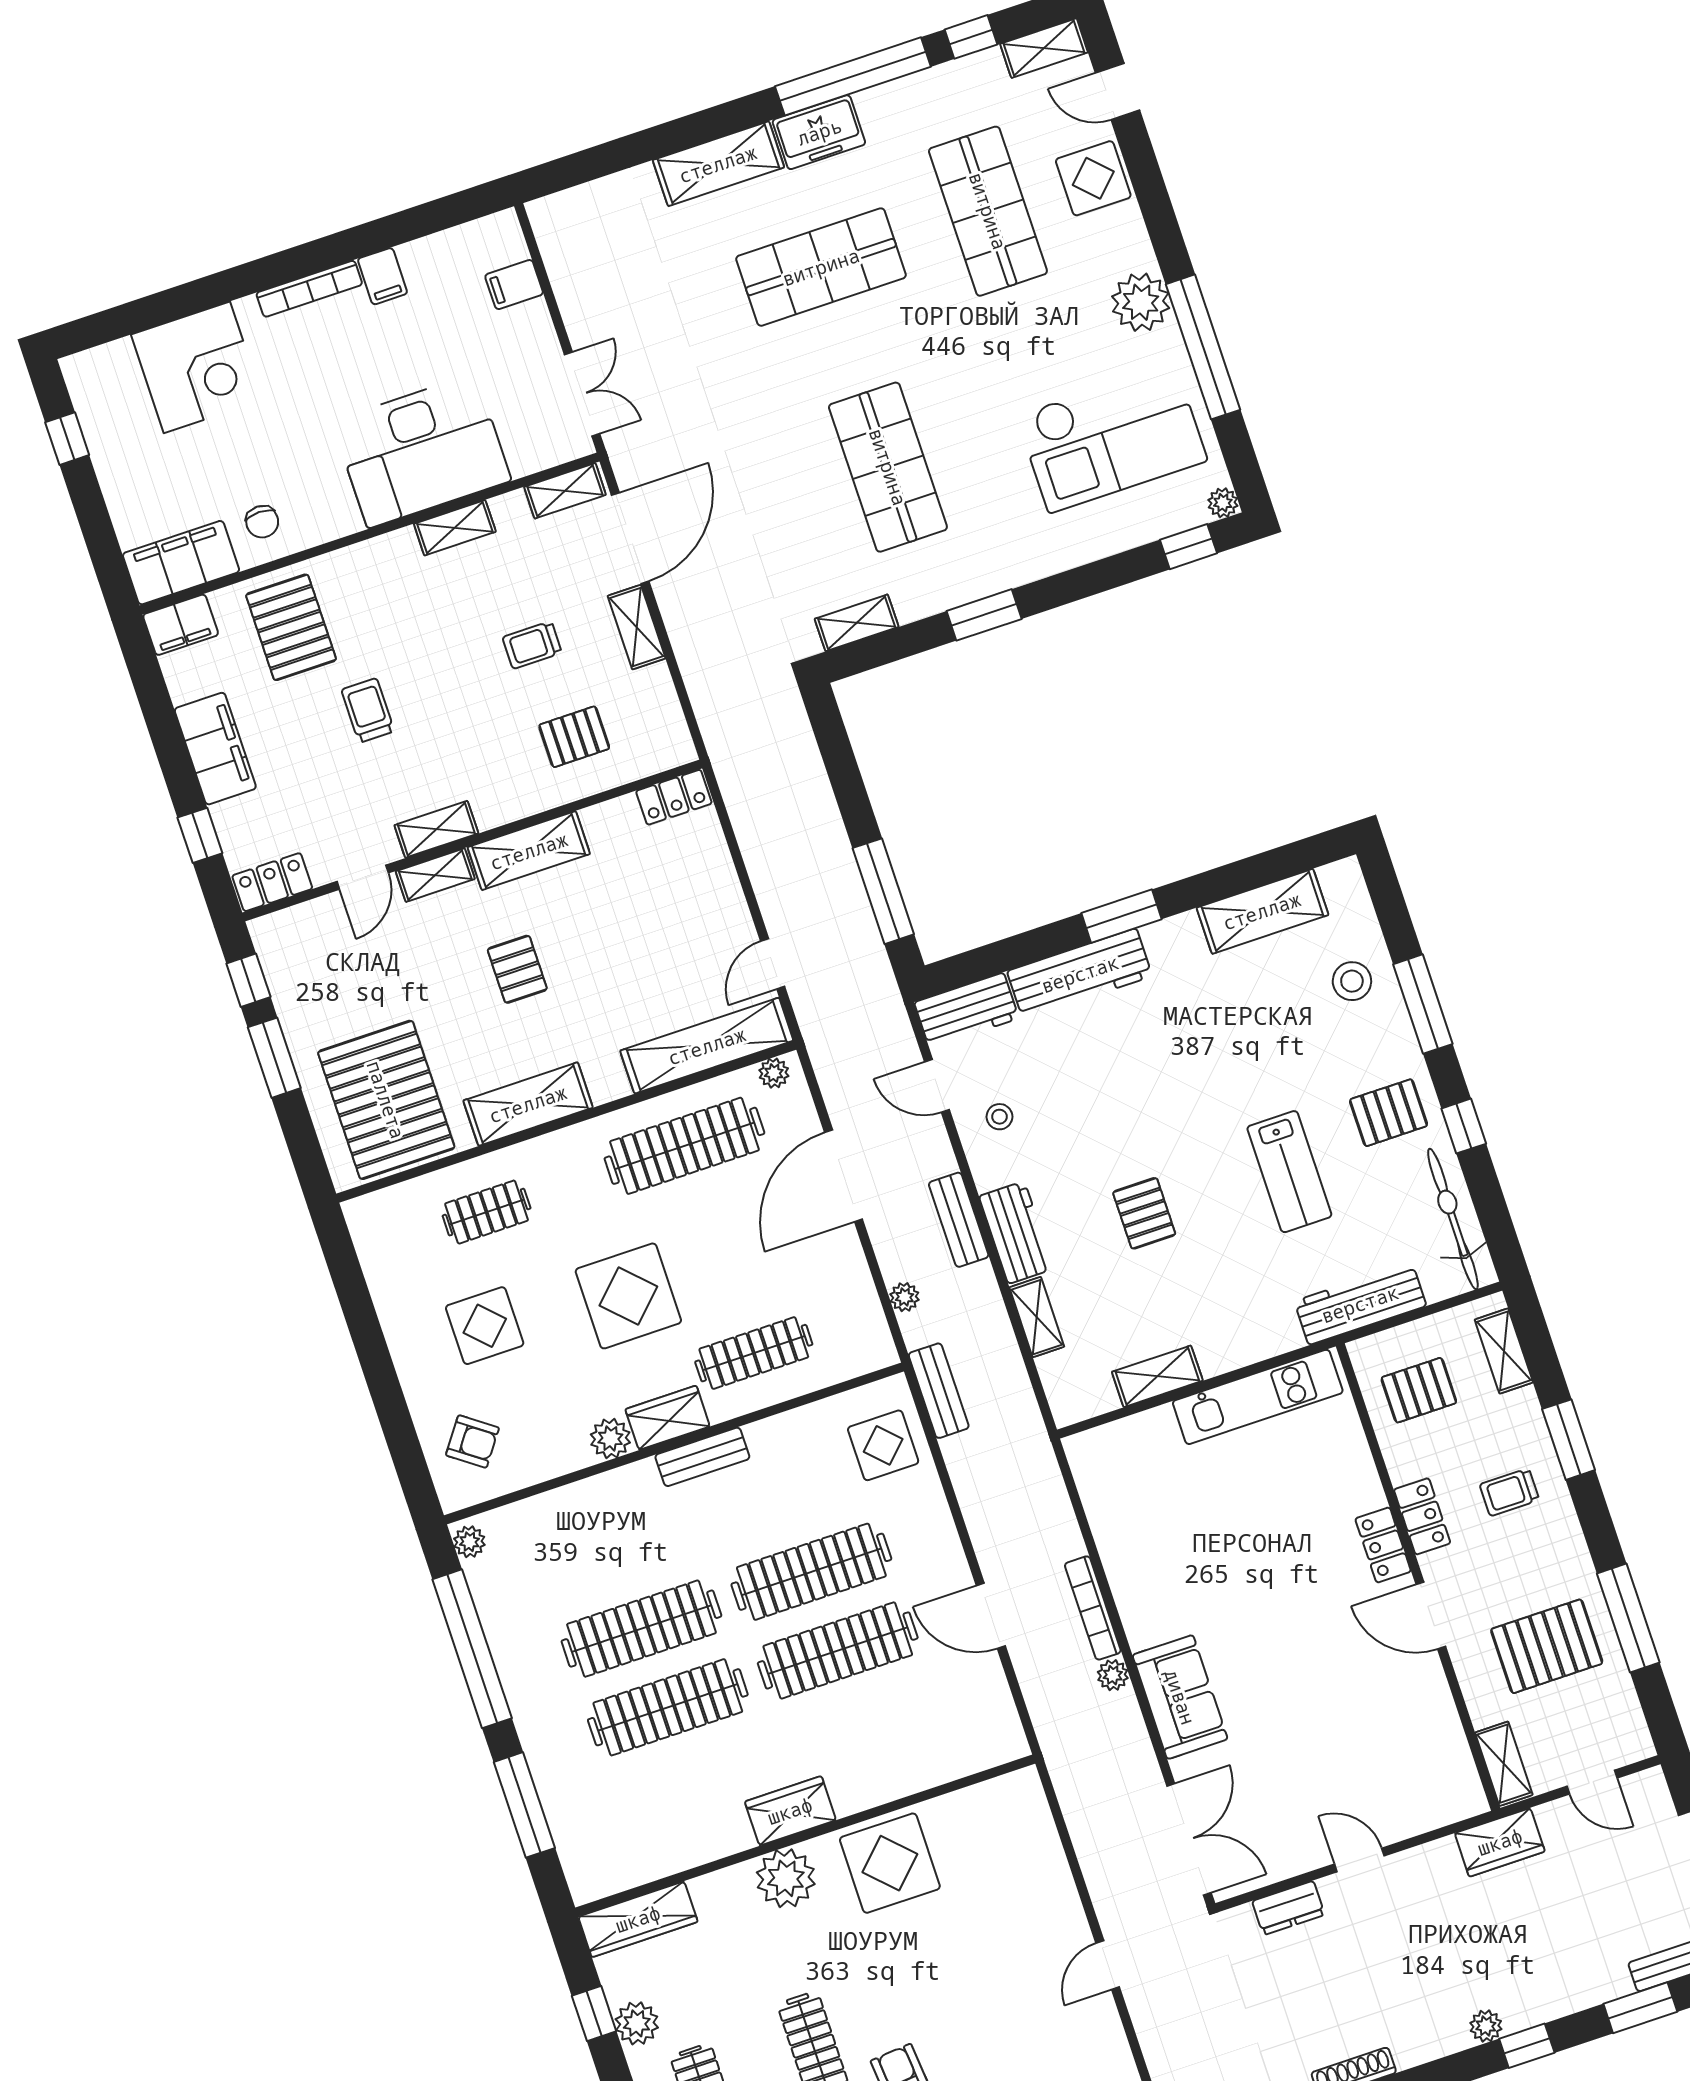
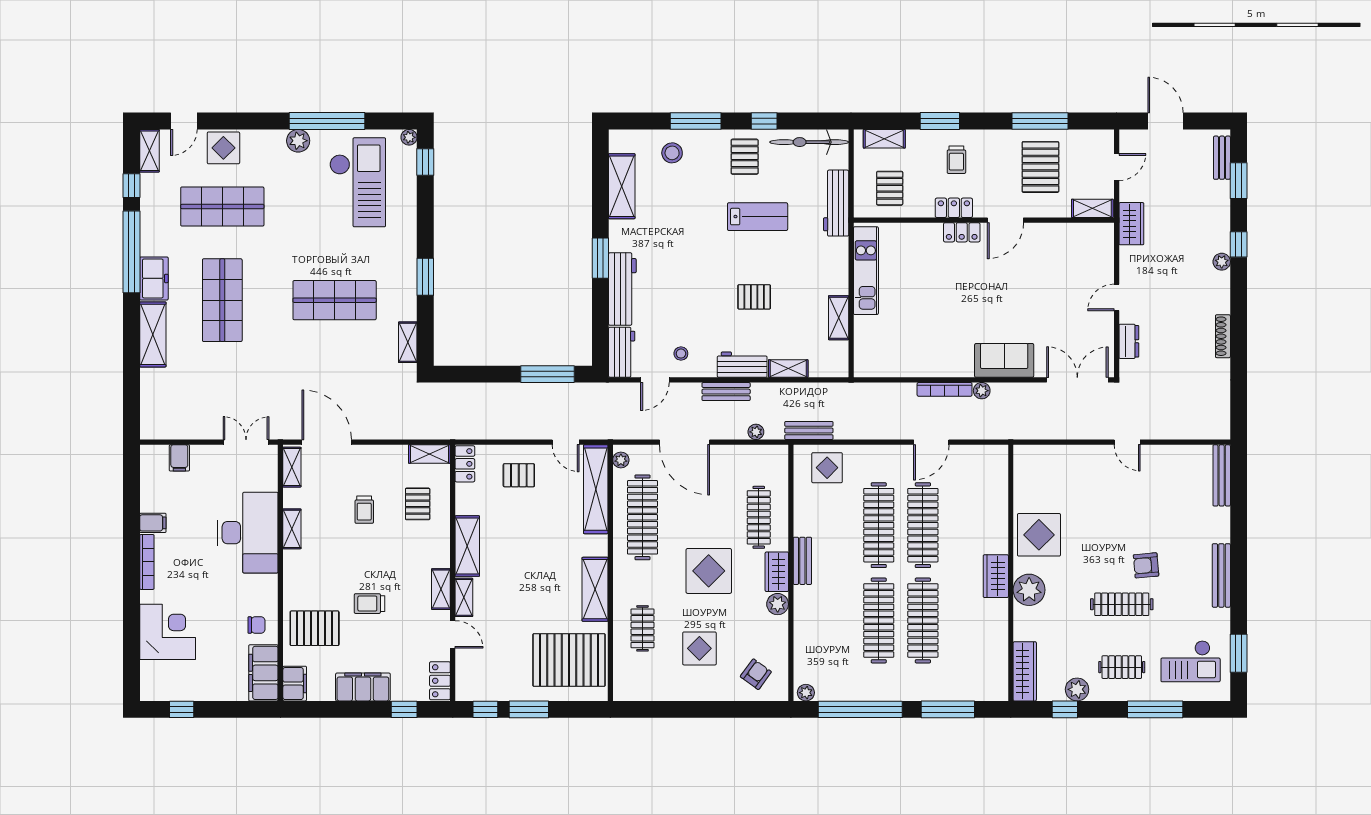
plant: (1141, 302) -> (298, 141), width x0.73, depth x0.73
shelving: (637, 627) -> (429, 454), moved
pallet: (517, 969) -> (519, 475), moved

